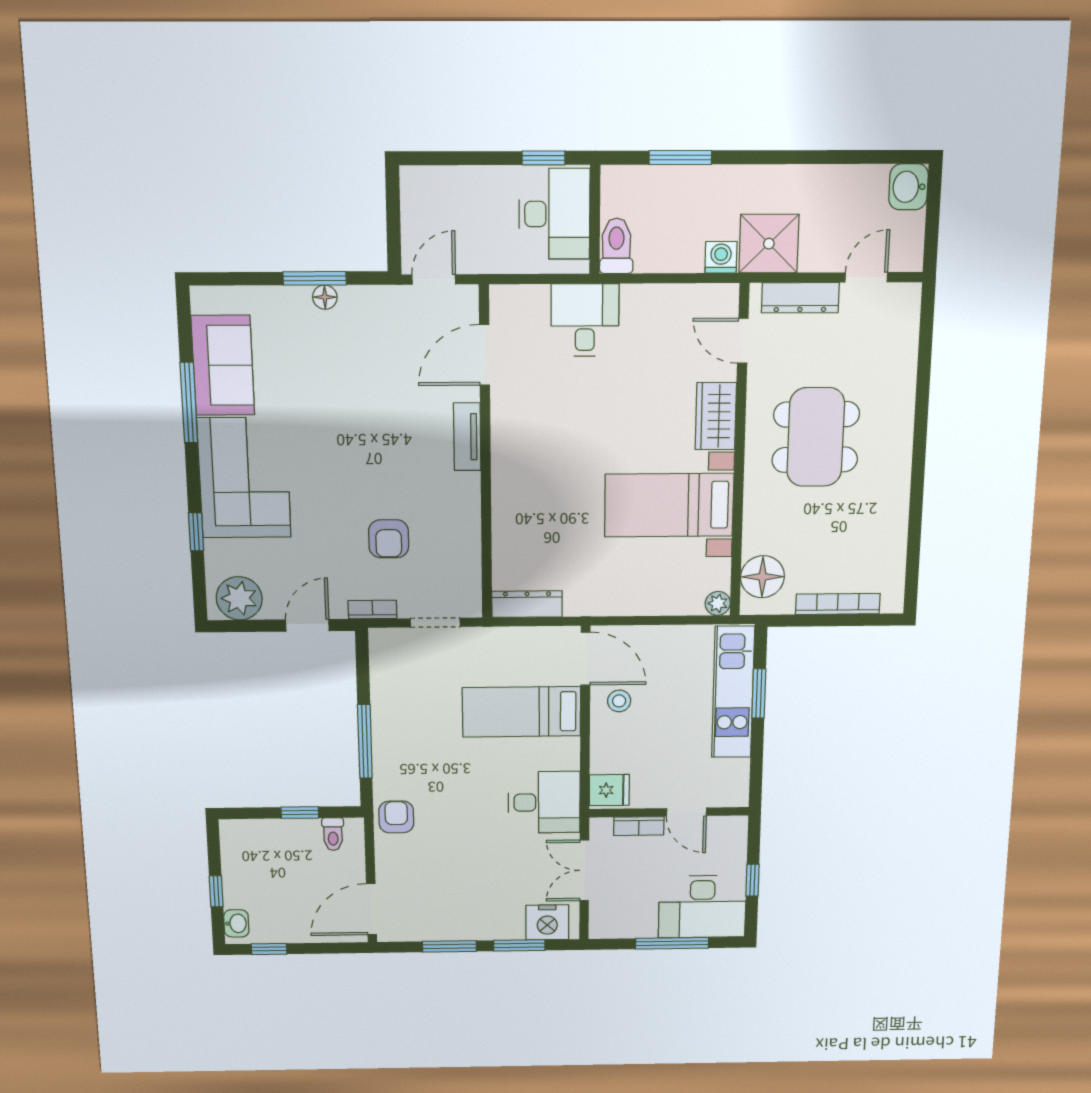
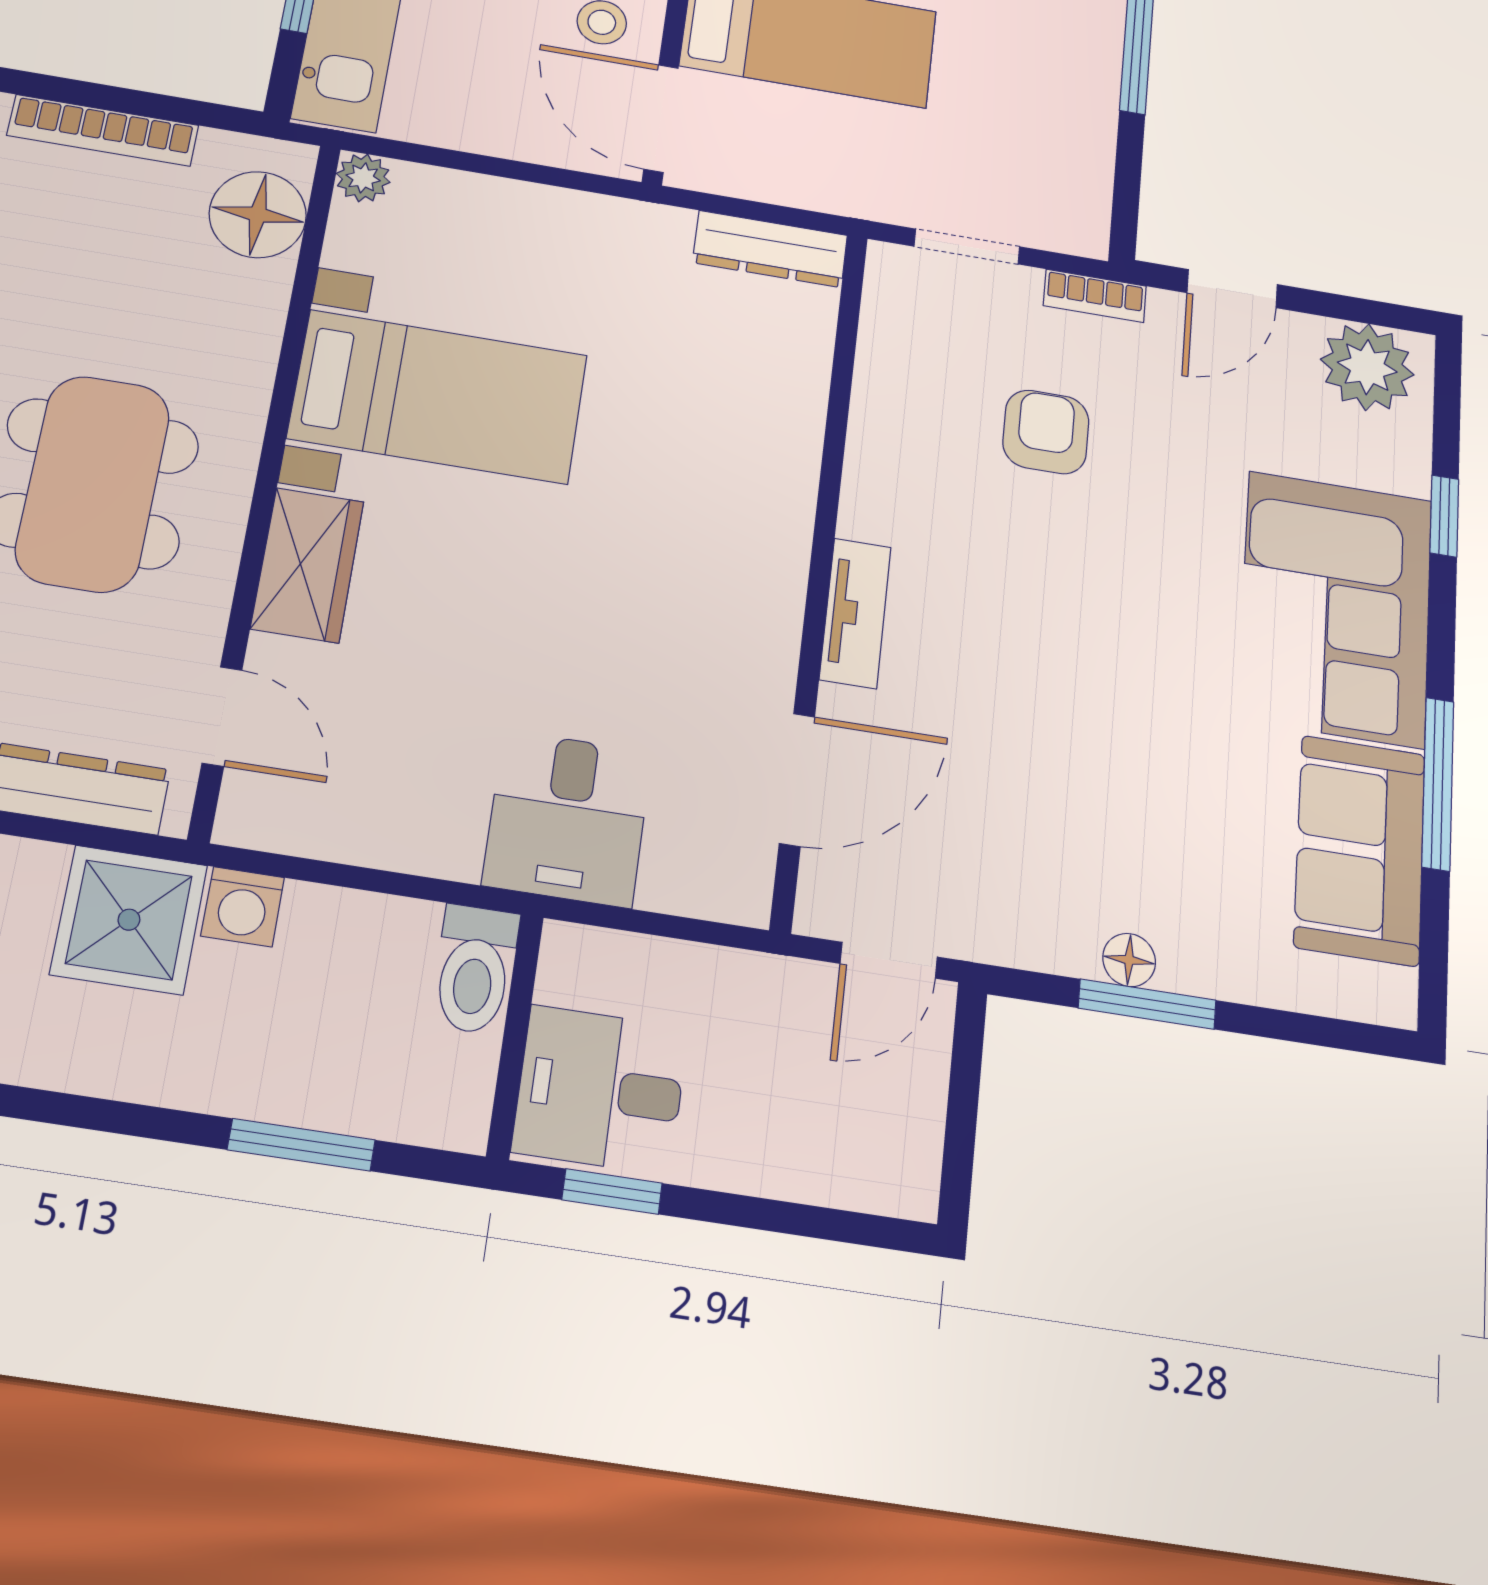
desk: (554, 214) -> (600, 1090), width x0.73

